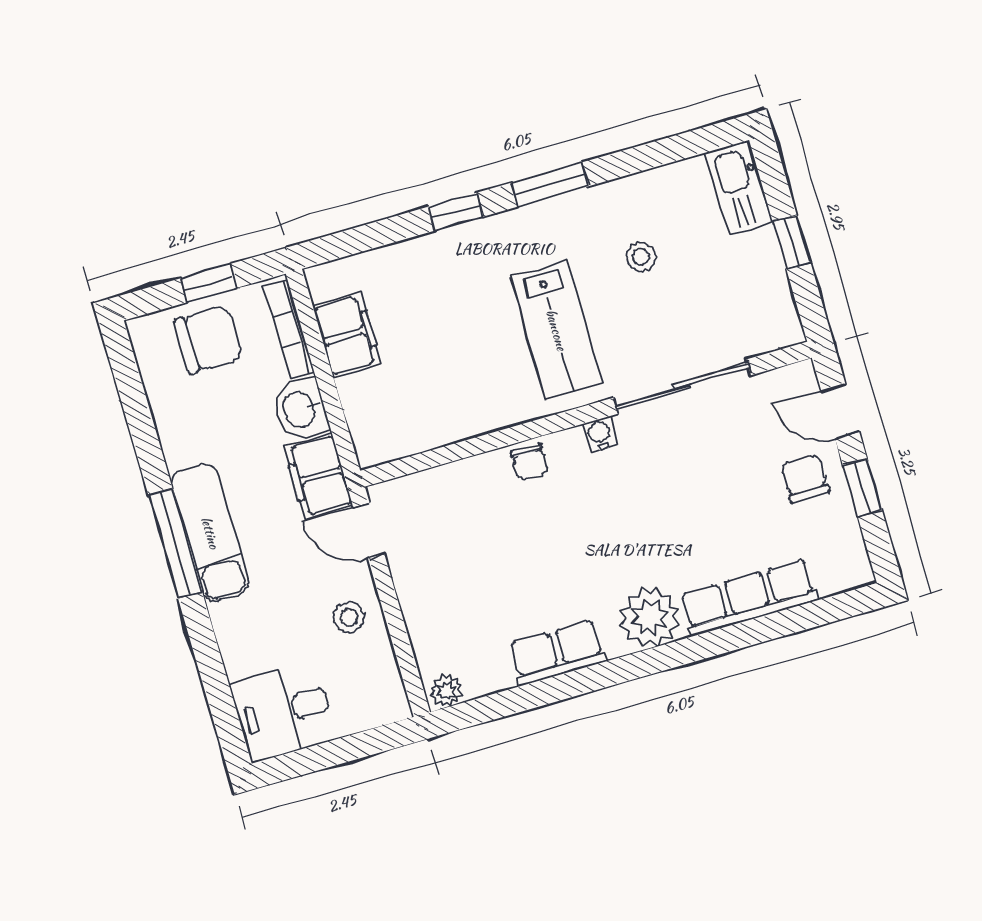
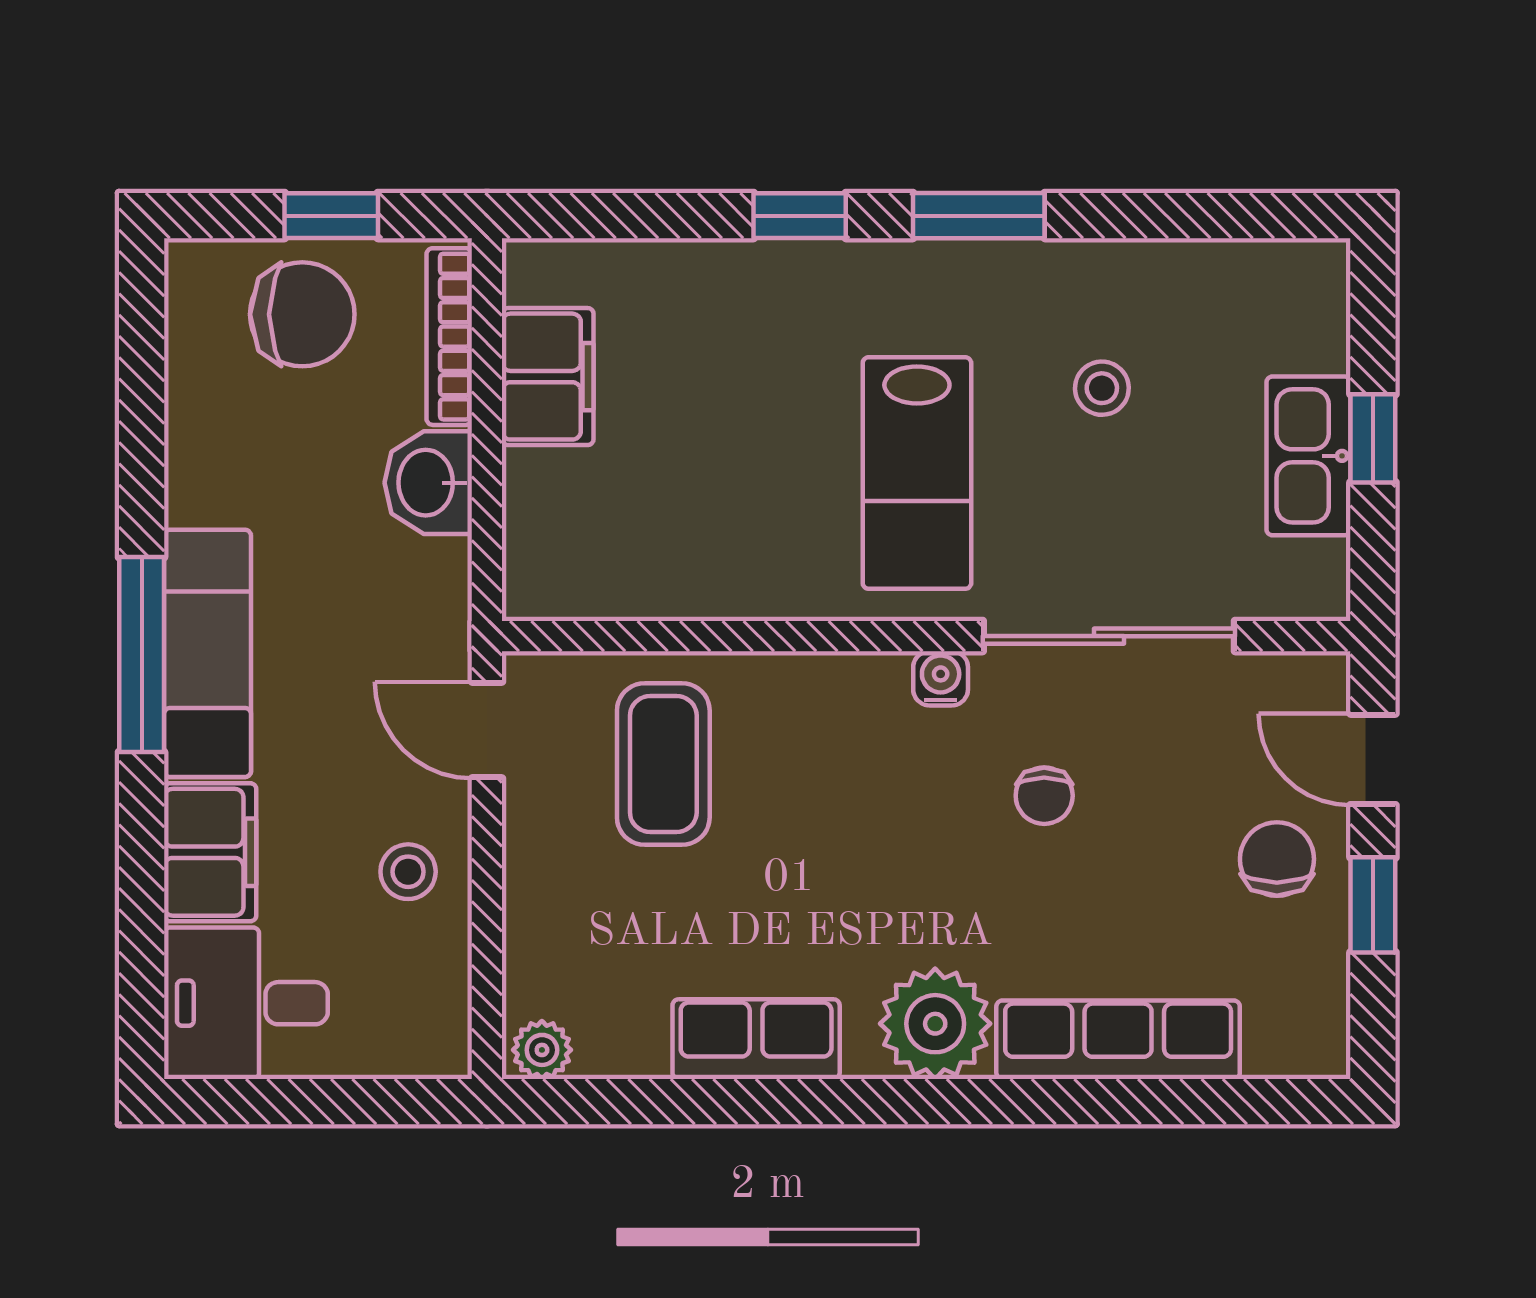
kitchen sink: (739, 188) -> (1308, 456), moved
chair: (530, 462) -> (1044, 796), moved
filing cabinet: (318, 476) -> (210, 852), moved, turned 180
coffee table: (467, 522) -> (663, 764), added

